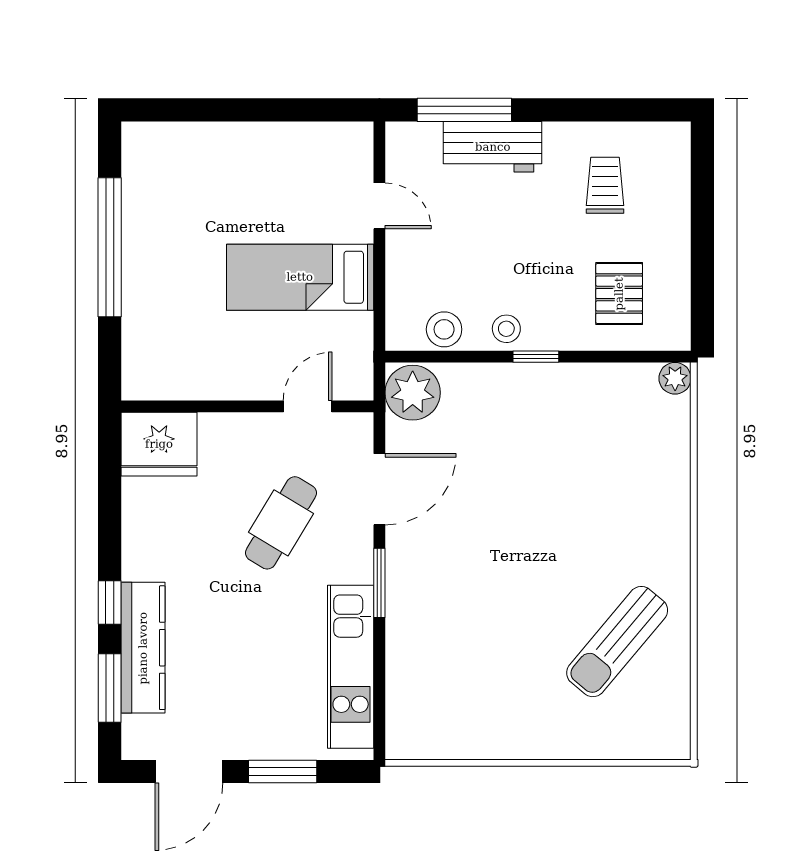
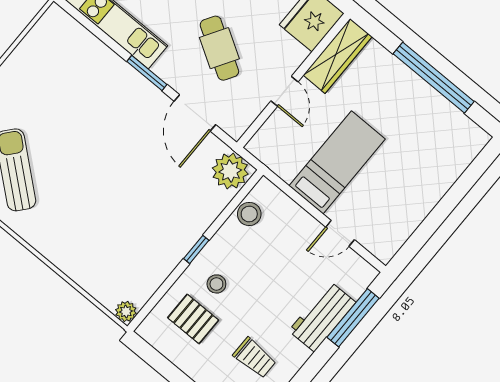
stool: (506, 329) -> (216, 284), moved
wardrobe: (177, 379) -> (337, 56), added
door: (308, 406) -> (285, 91), moved

